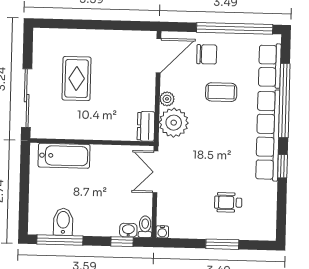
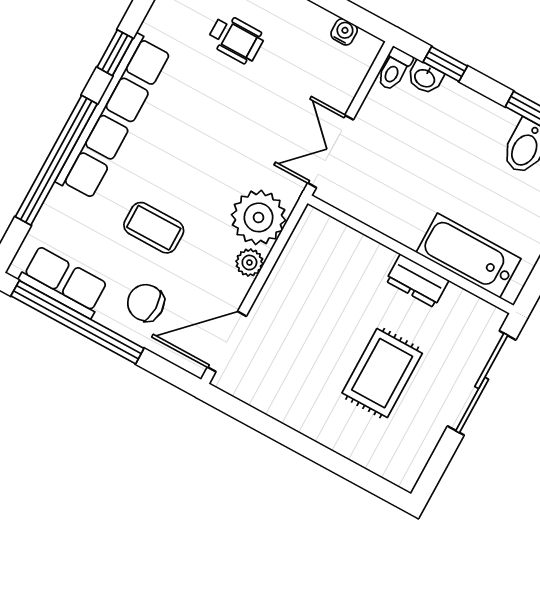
row of seats: (270, 66) -> (64, 282), moved, turned -90
dresser: (146, 126) -> (417, 281), moved, turned 90
double door: (155, 172) -> (331, 151), swing flipped
water cooler: (162, 232) -> (344, 32), moved

